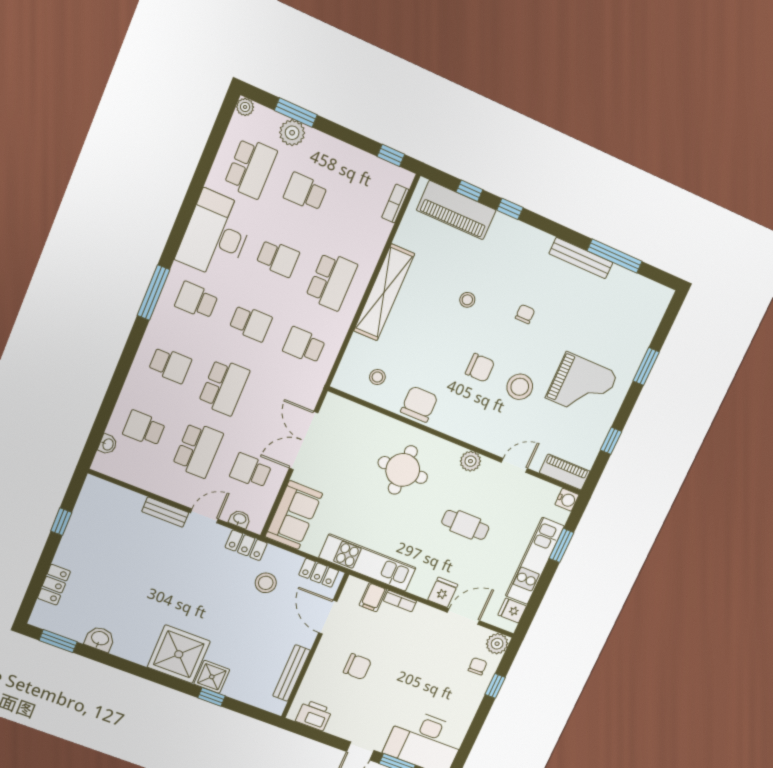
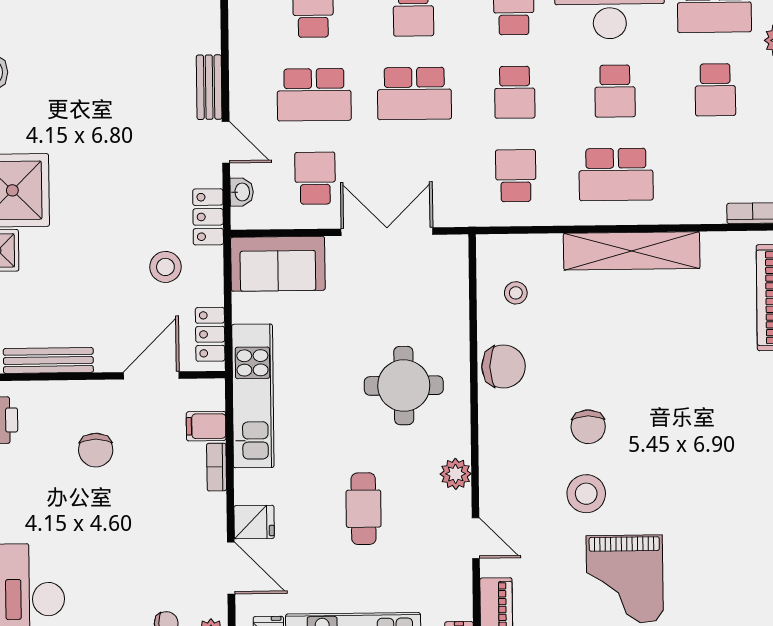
school desk: (305, 192) -> (715, 90), turned 180
stool: (467, 300) -> (671, 367), removed
chair: (525, 314) -> (686, 454), removed

